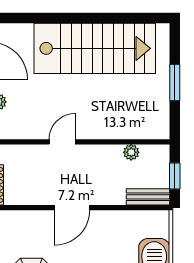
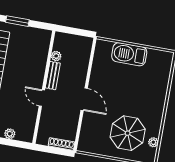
window: (175, 176) -> (76, 31), removed
bench: (148, 197) -> (53, 76), moved

